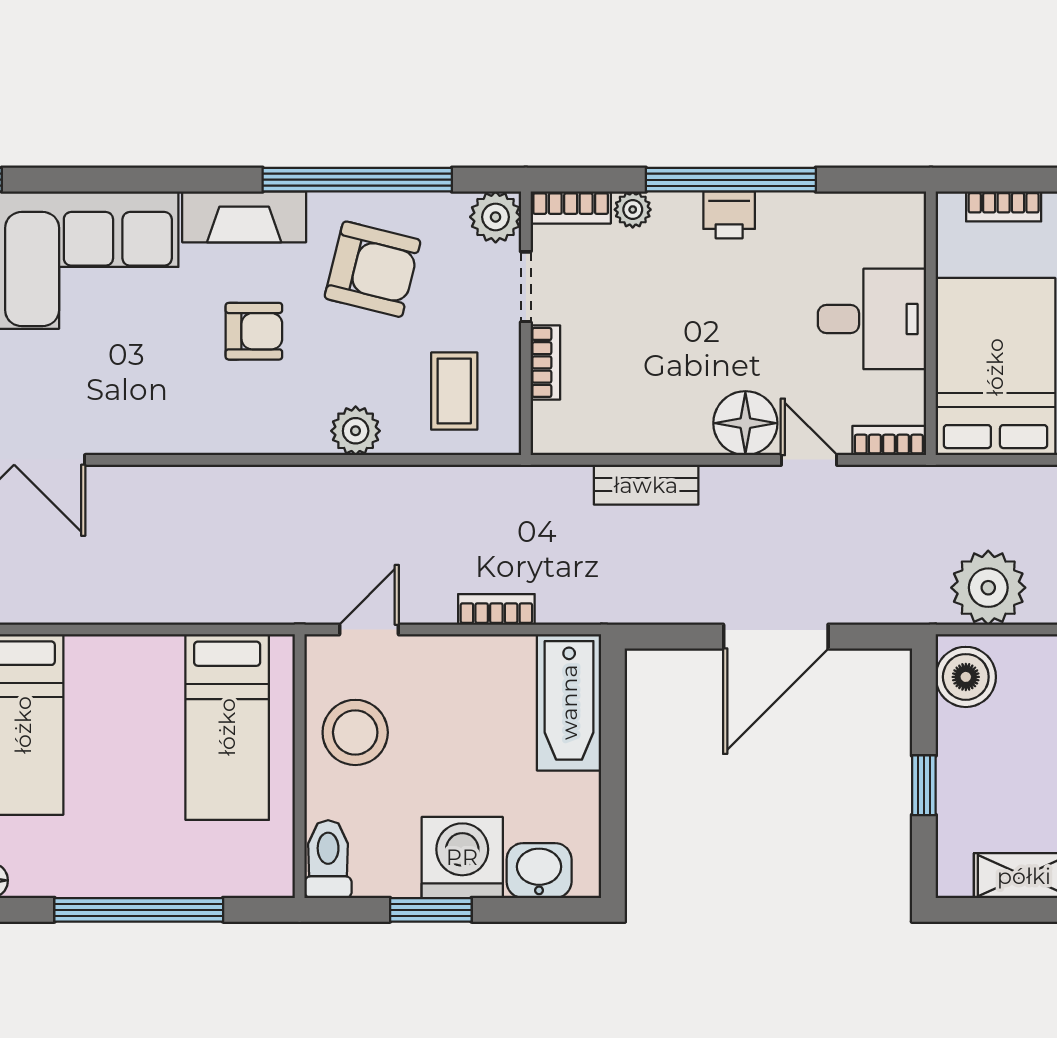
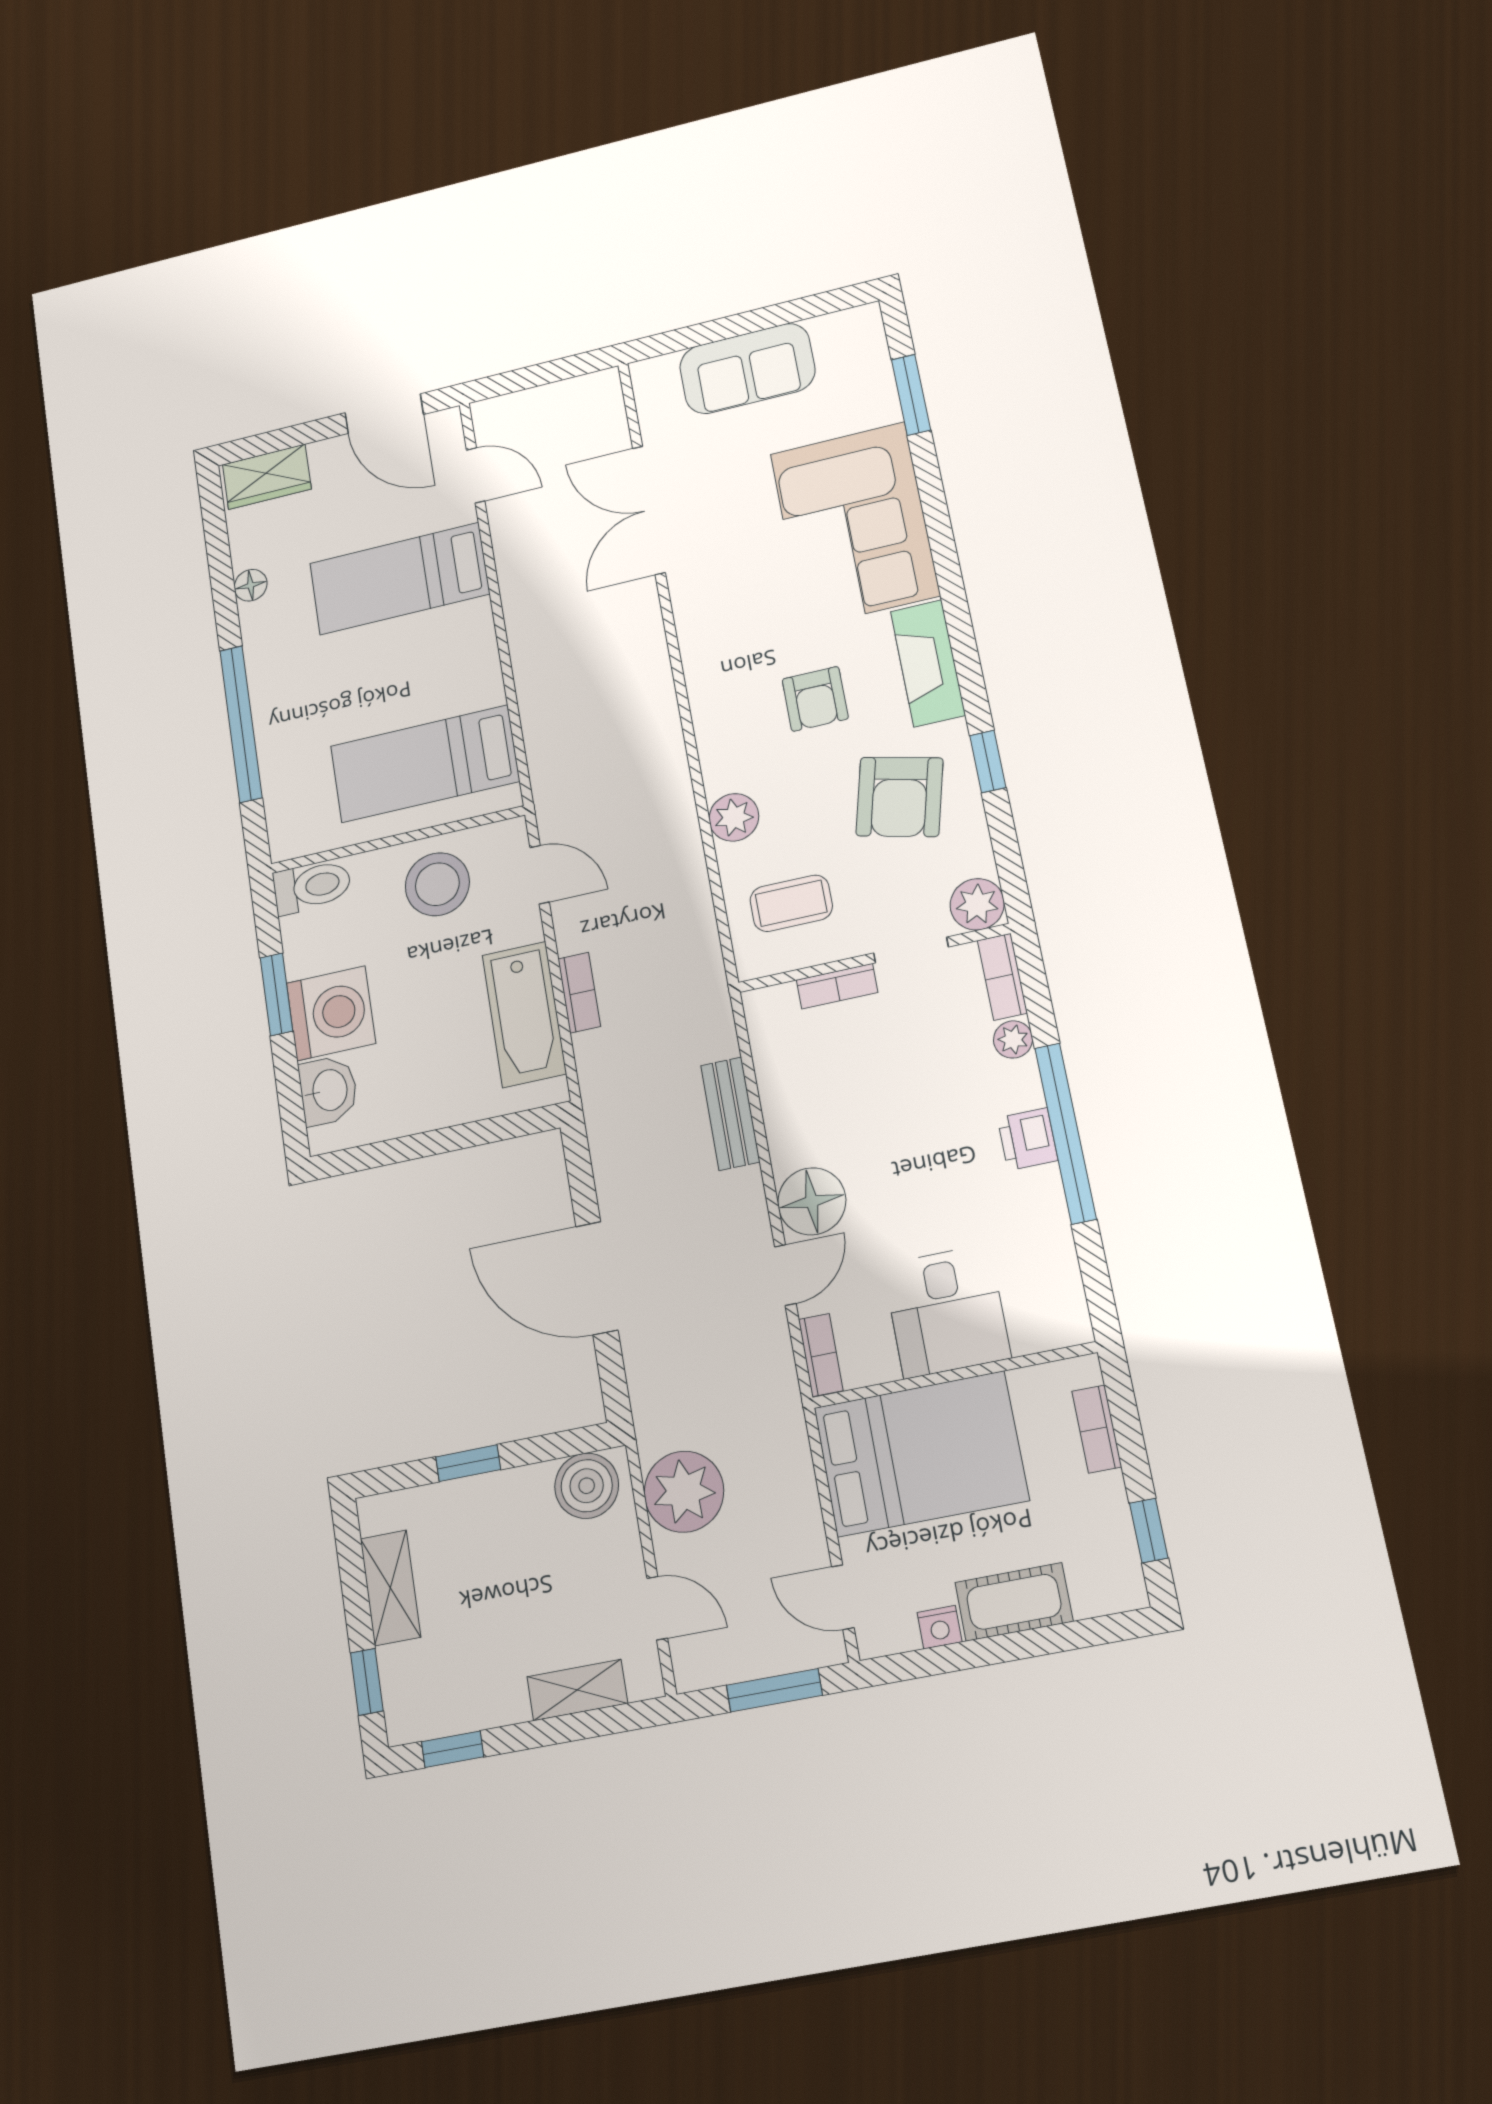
window: (357, 180) -> (988, 762), width x0.32
bathtub: (569, 702) -> (524, 1014), moved, turned -90

